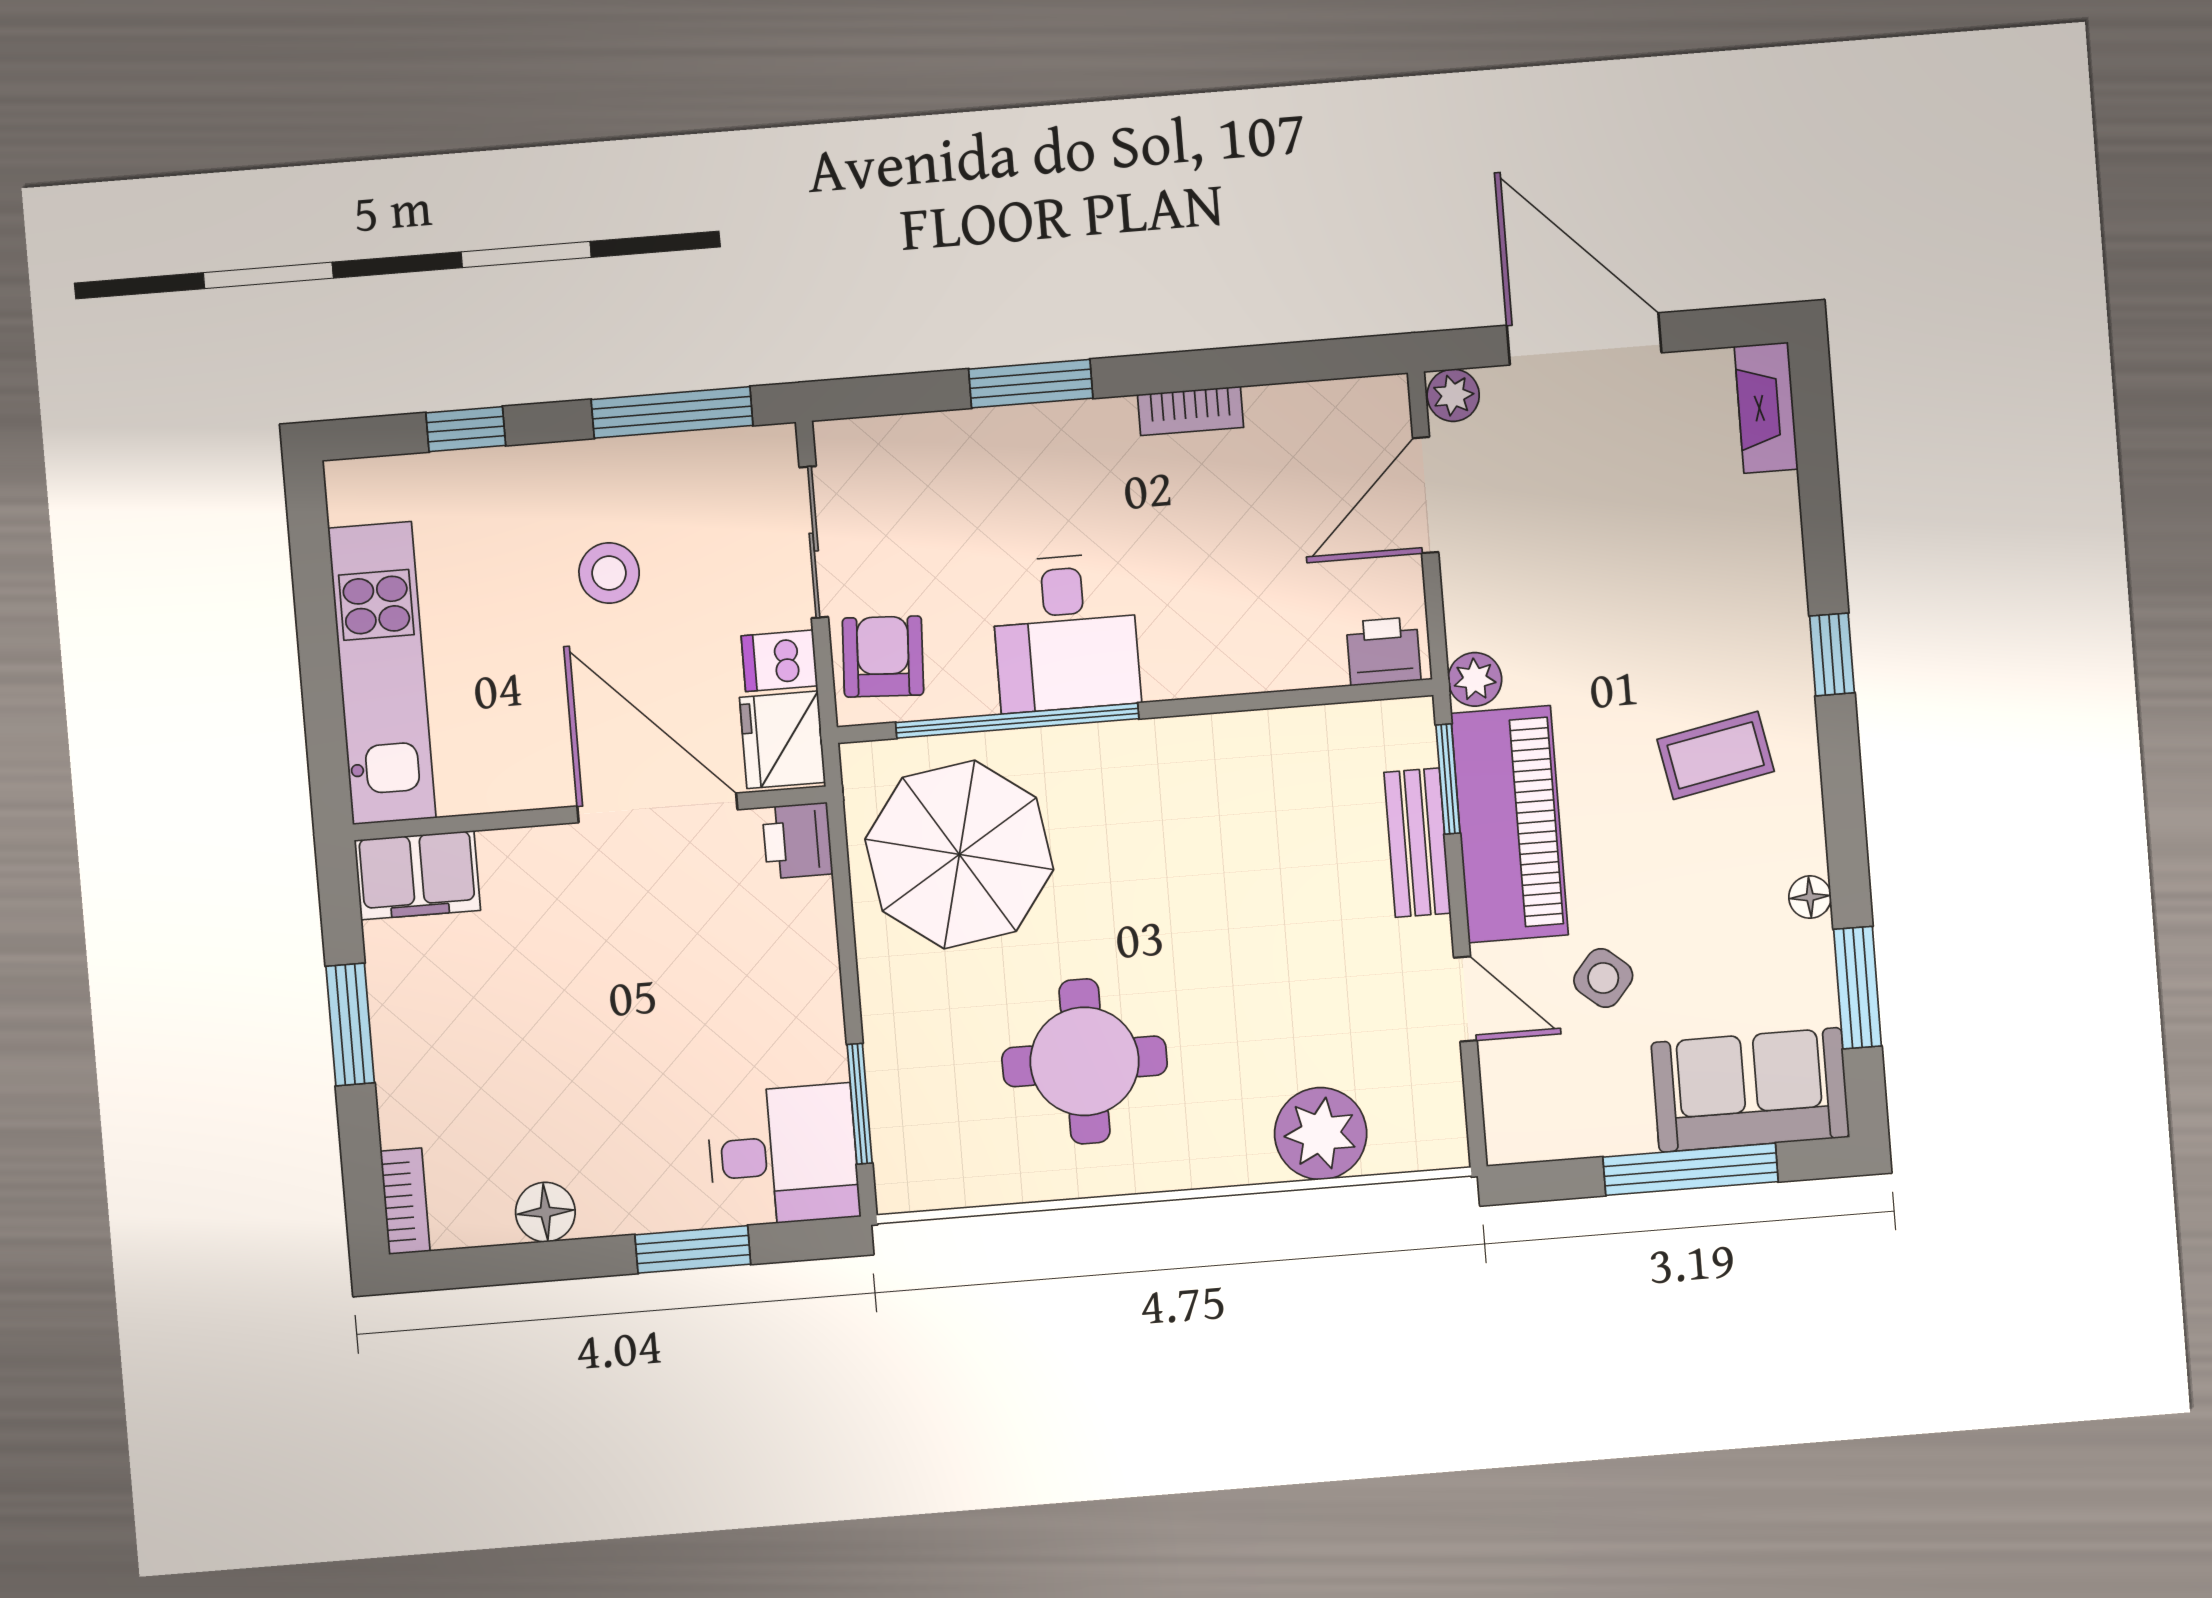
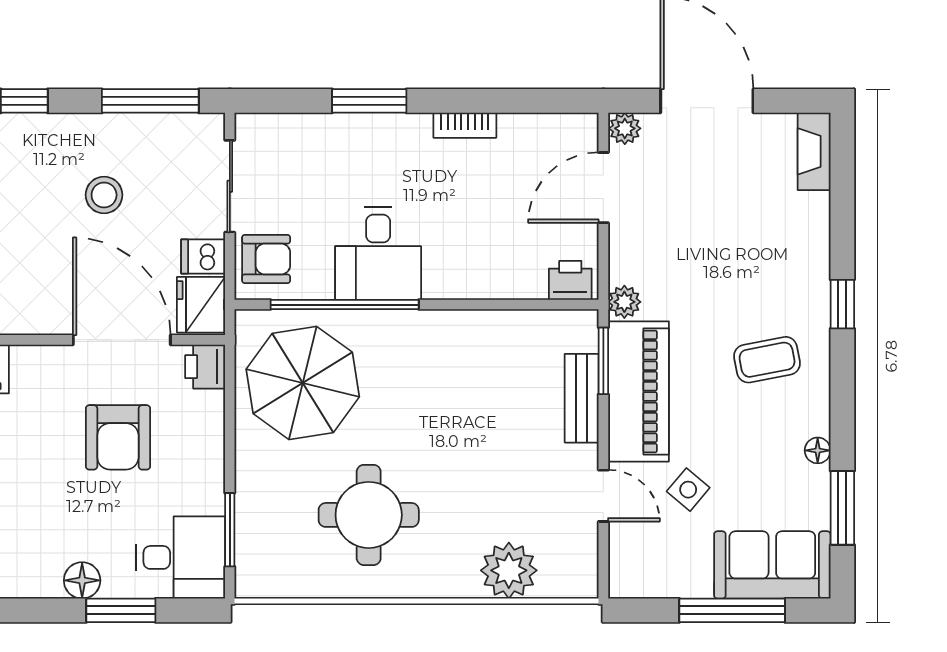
armchair: (883, 657) -> (266, 259), turned 87
armchair: (665, 968) -> (118, 437), added
floor lamp: (545, 1212) -> (82, 580), moved

